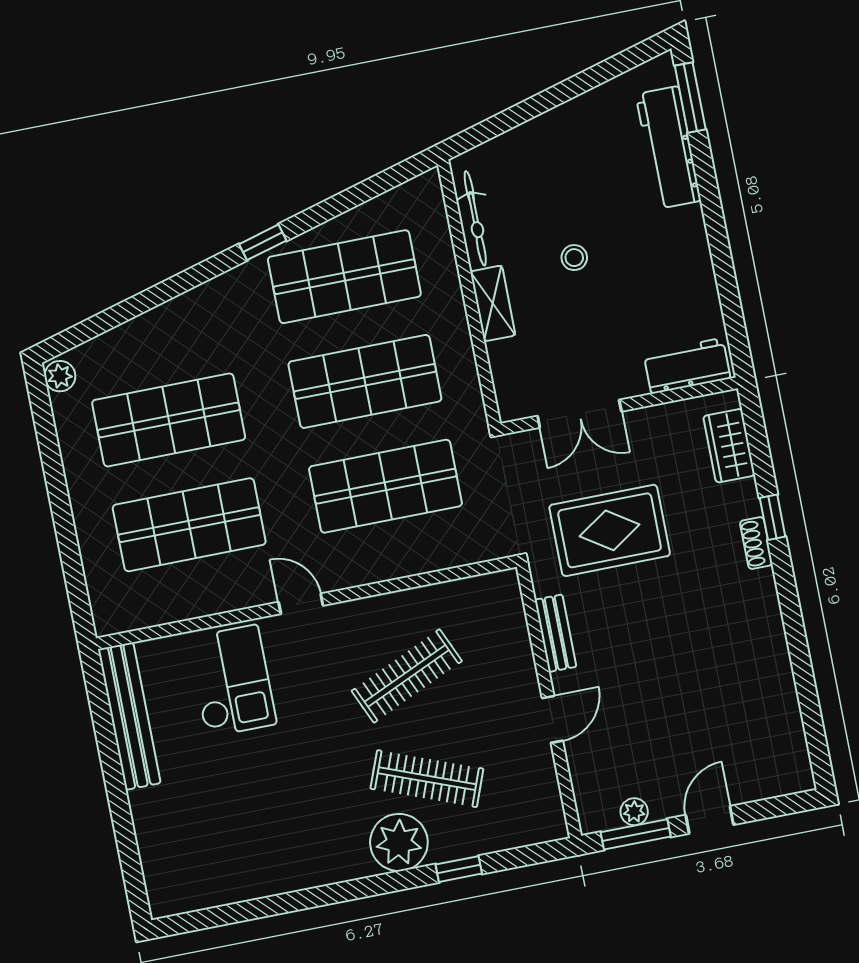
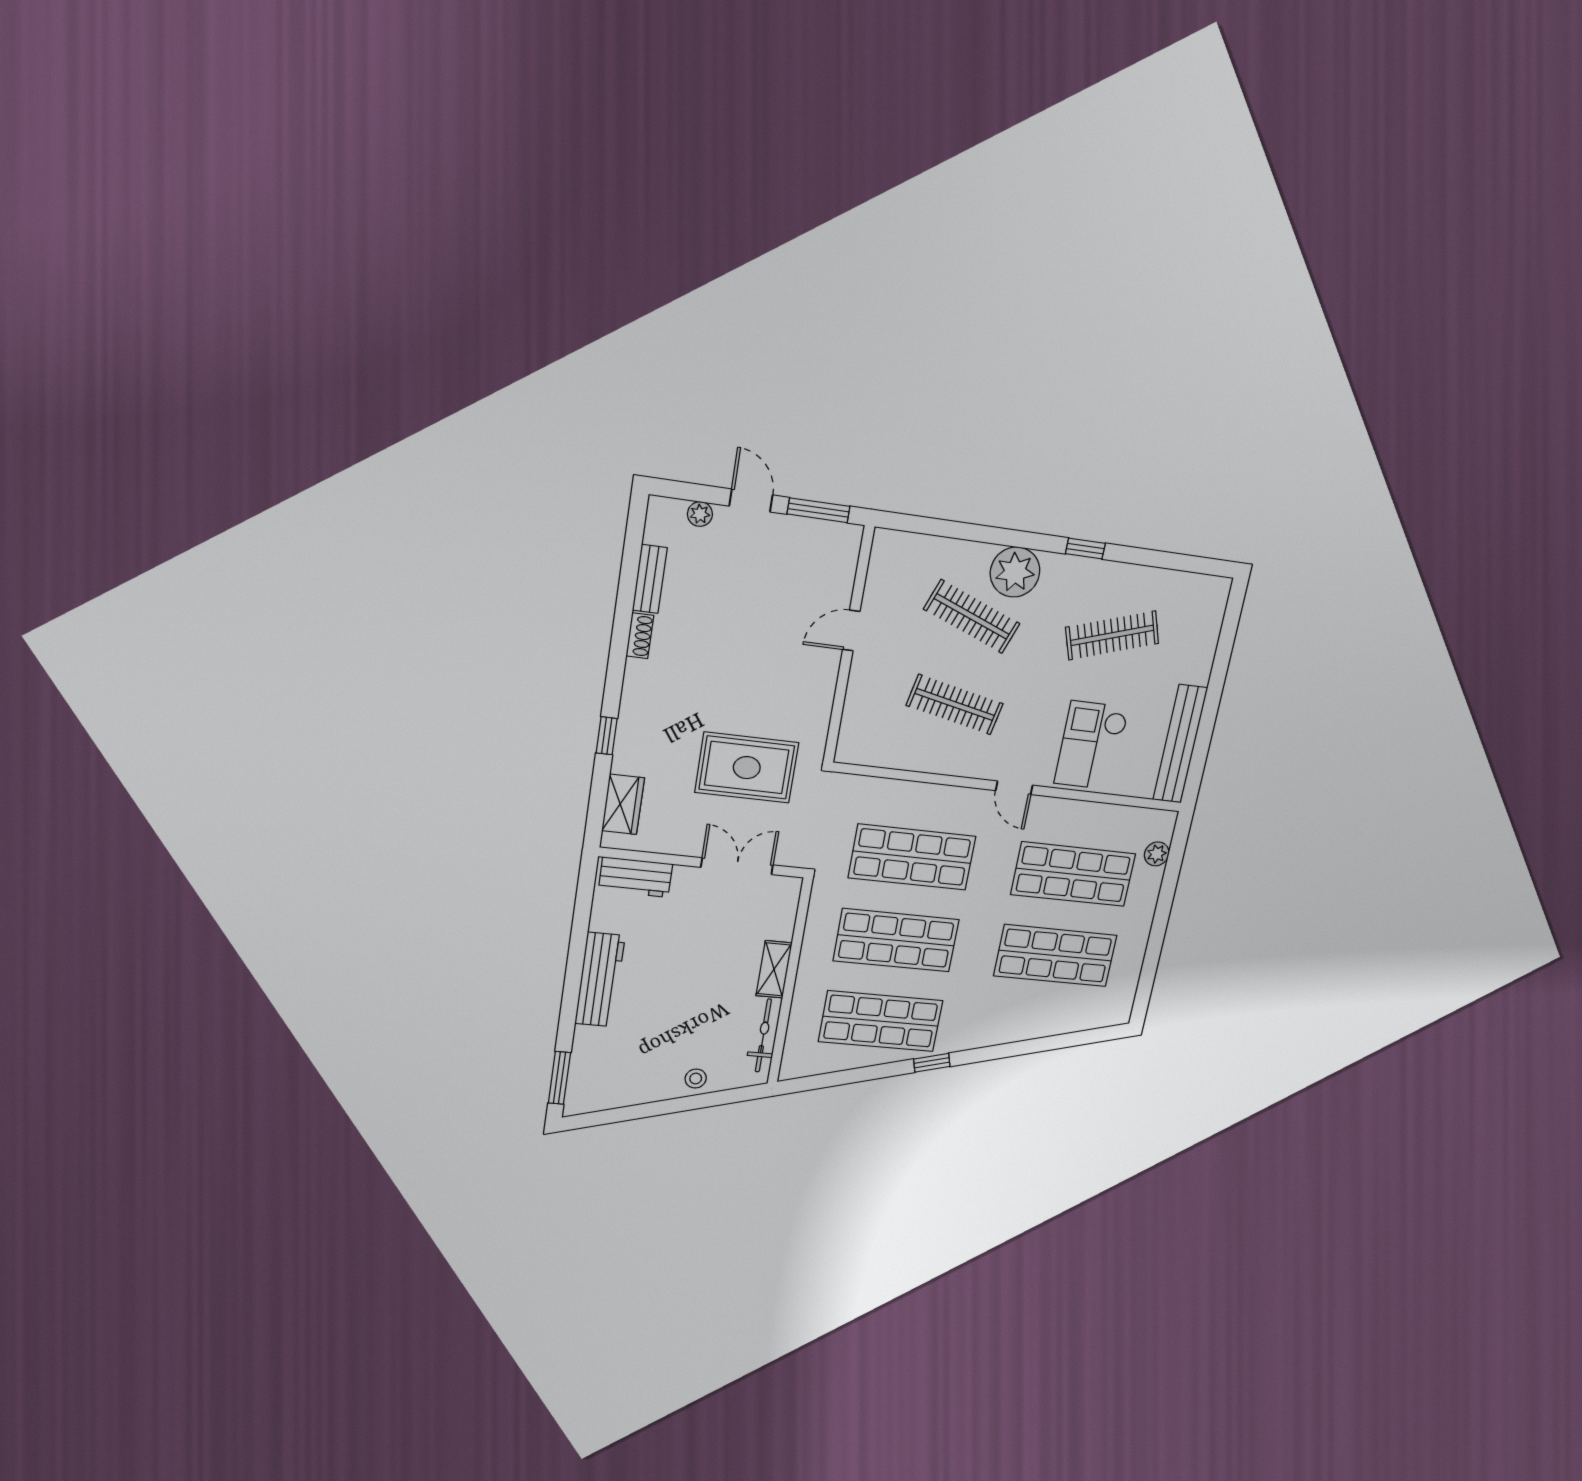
workbench: (668, 147) -> (600, 980), moved
stool: (574, 258) -> (696, 1079), moved
plant: (60, 376) -> (1157, 854), moved
shoe rack: (756, 543) -> (640, 636), moved
bench: (555, 633) -> (650, 579), moved
clothes rail: (407, 676) -> (955, 705), turned 36
clothes rail: (261, 811) -> (1112, 635), added
plant: (634, 812) -> (700, 514), moved
door: (710, 820) -> (751, 500), swing flipped
window: (459, 869) -> (1085, 549), moved

